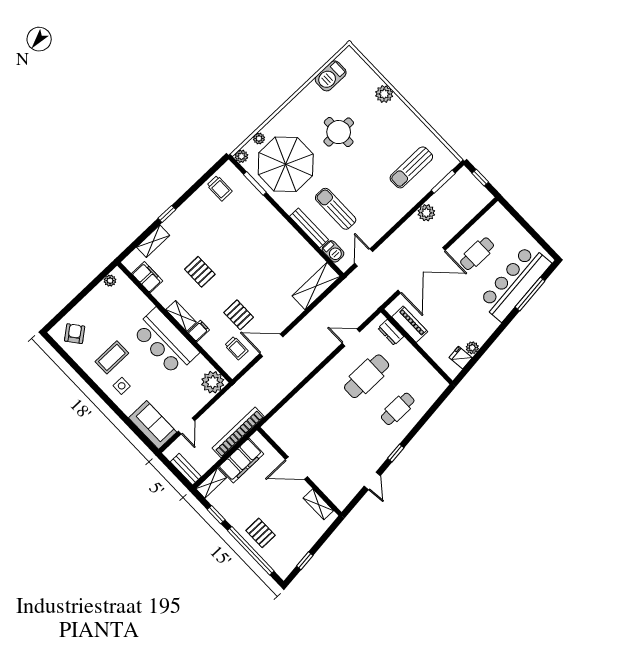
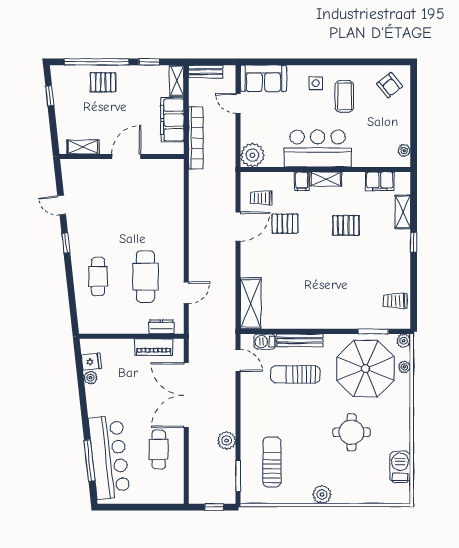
plant: (384, 94) -> (322, 495), moved
sun lounger: (336, 209) -> (295, 374), turned 180

